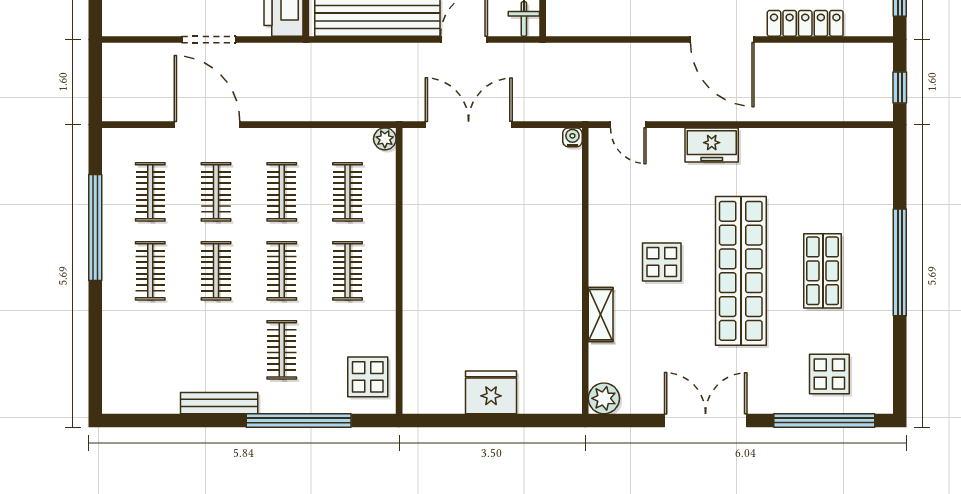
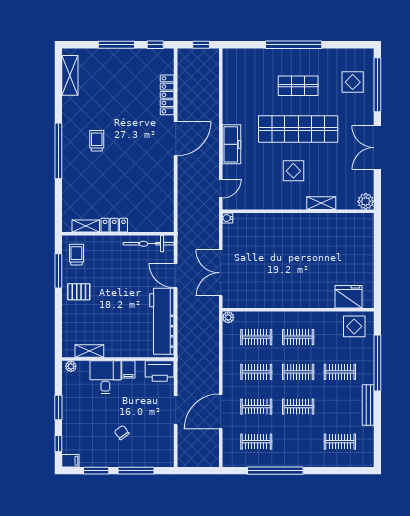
freezer: (712, 145) -> (232, 144), width x1.40
clothes rail: (150, 271) -> (340, 442), moved
fridge: (491, 392) -> (348, 297), moved, turned 90

